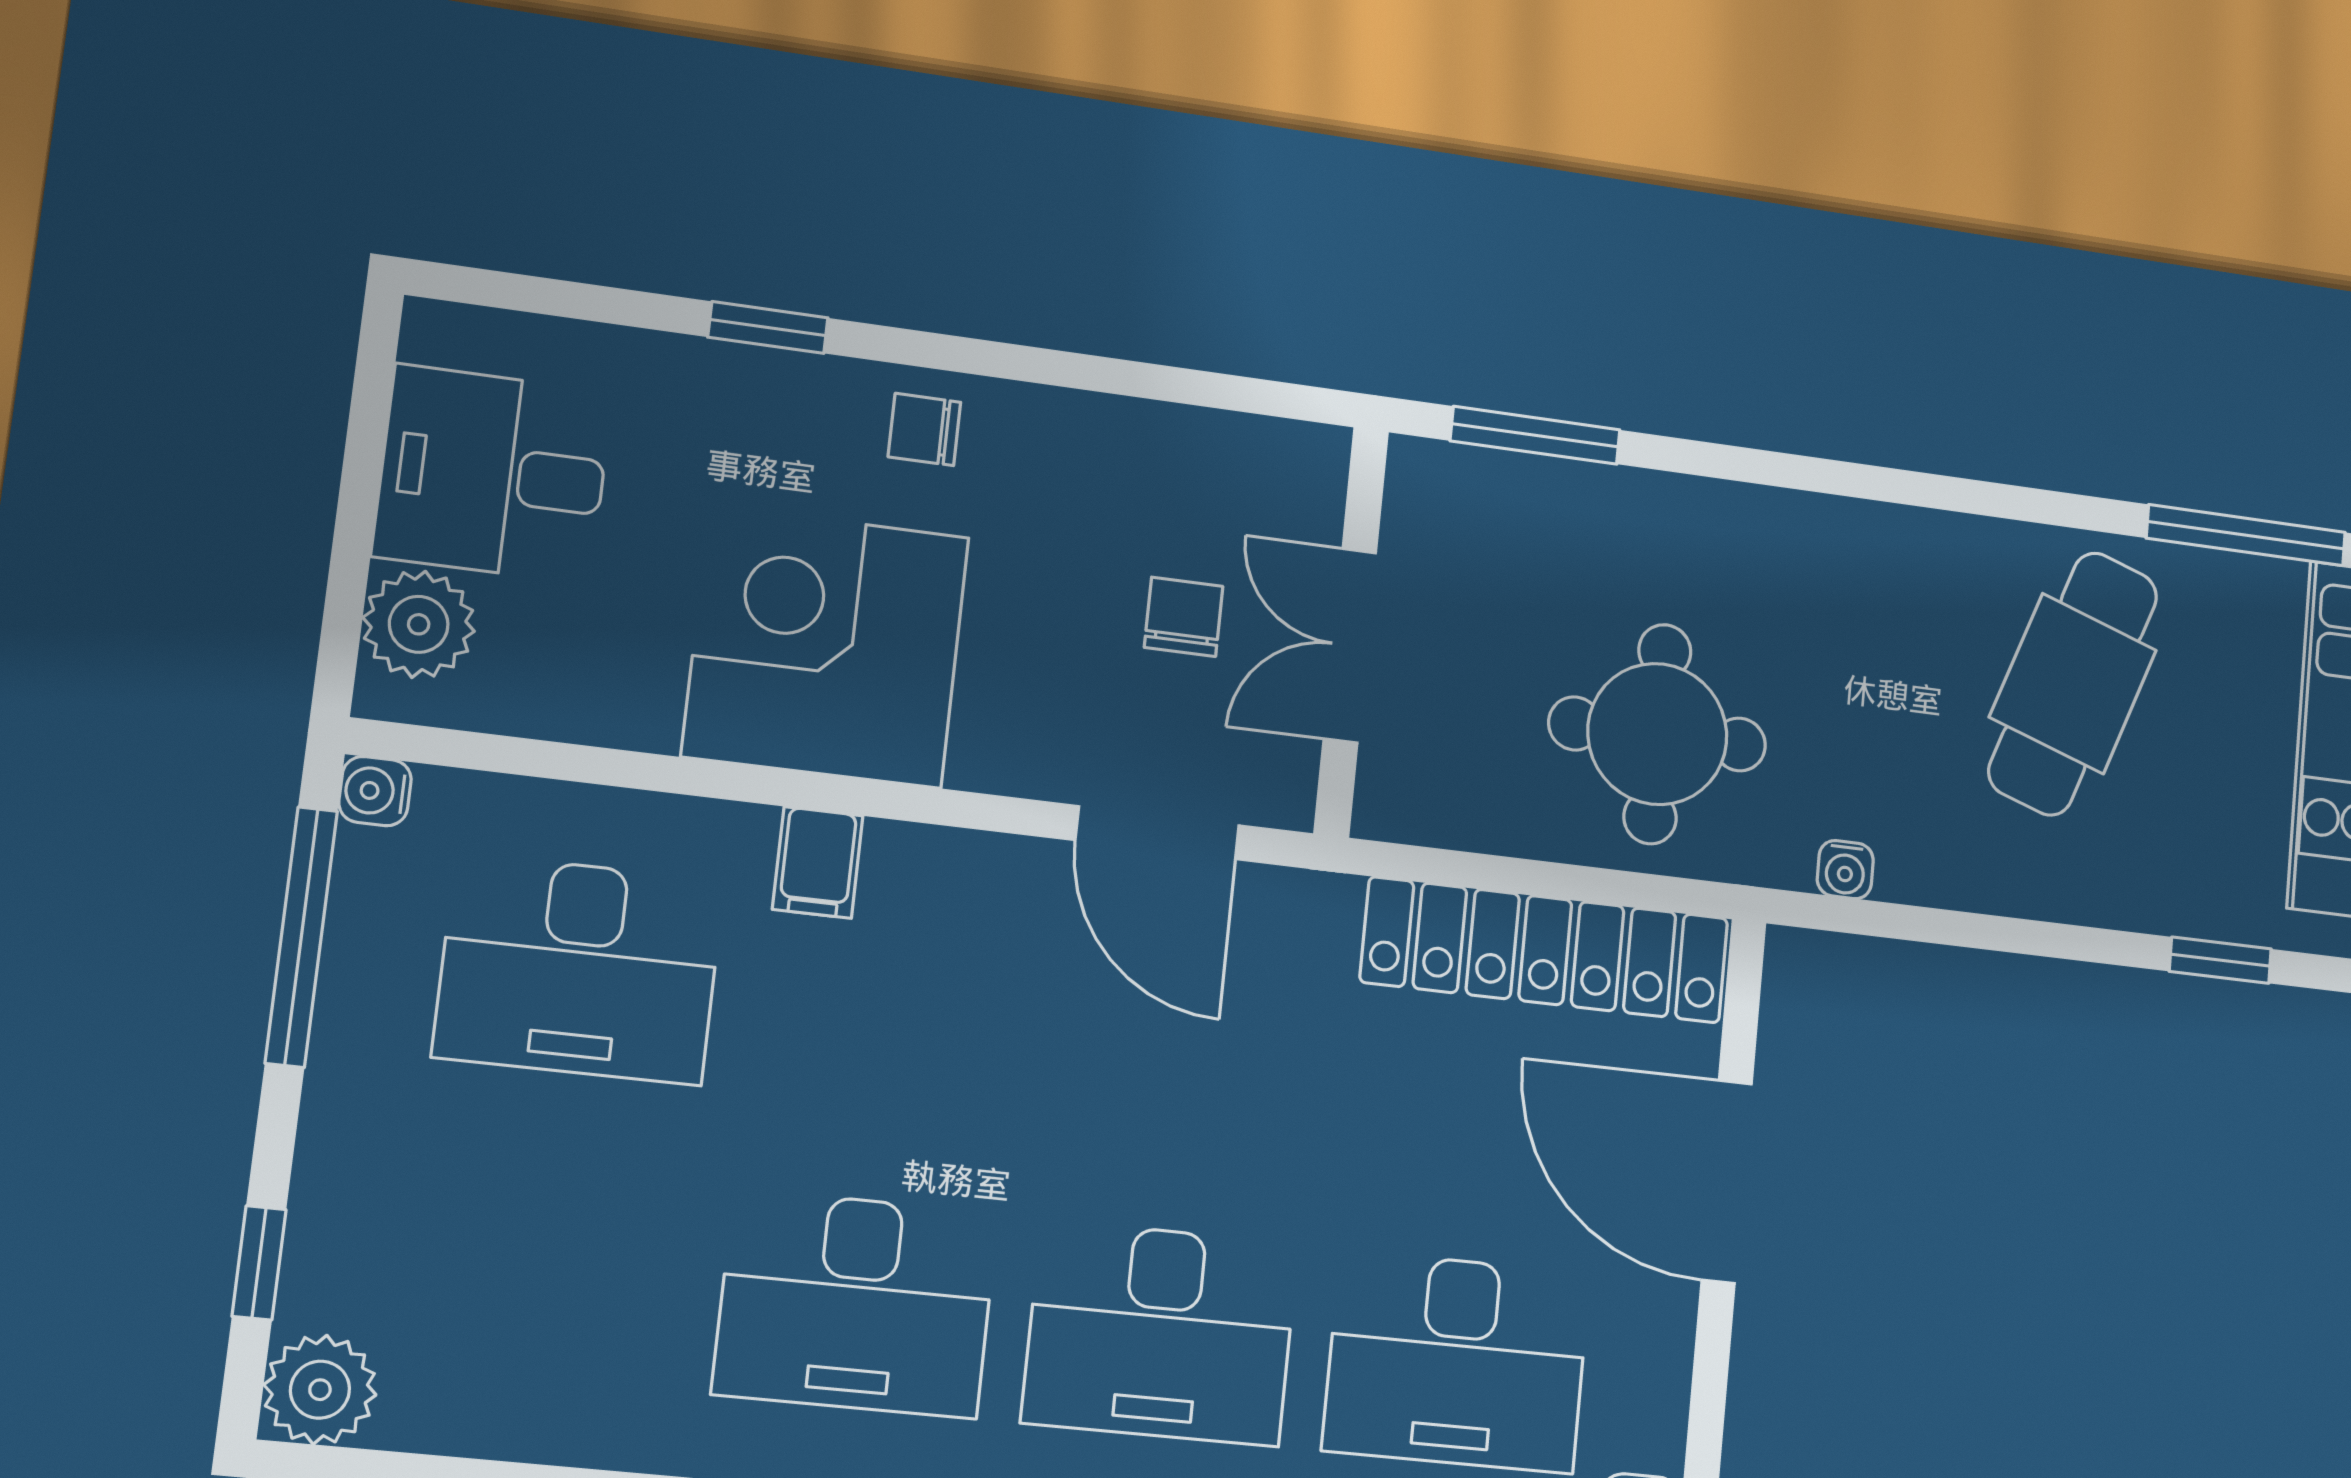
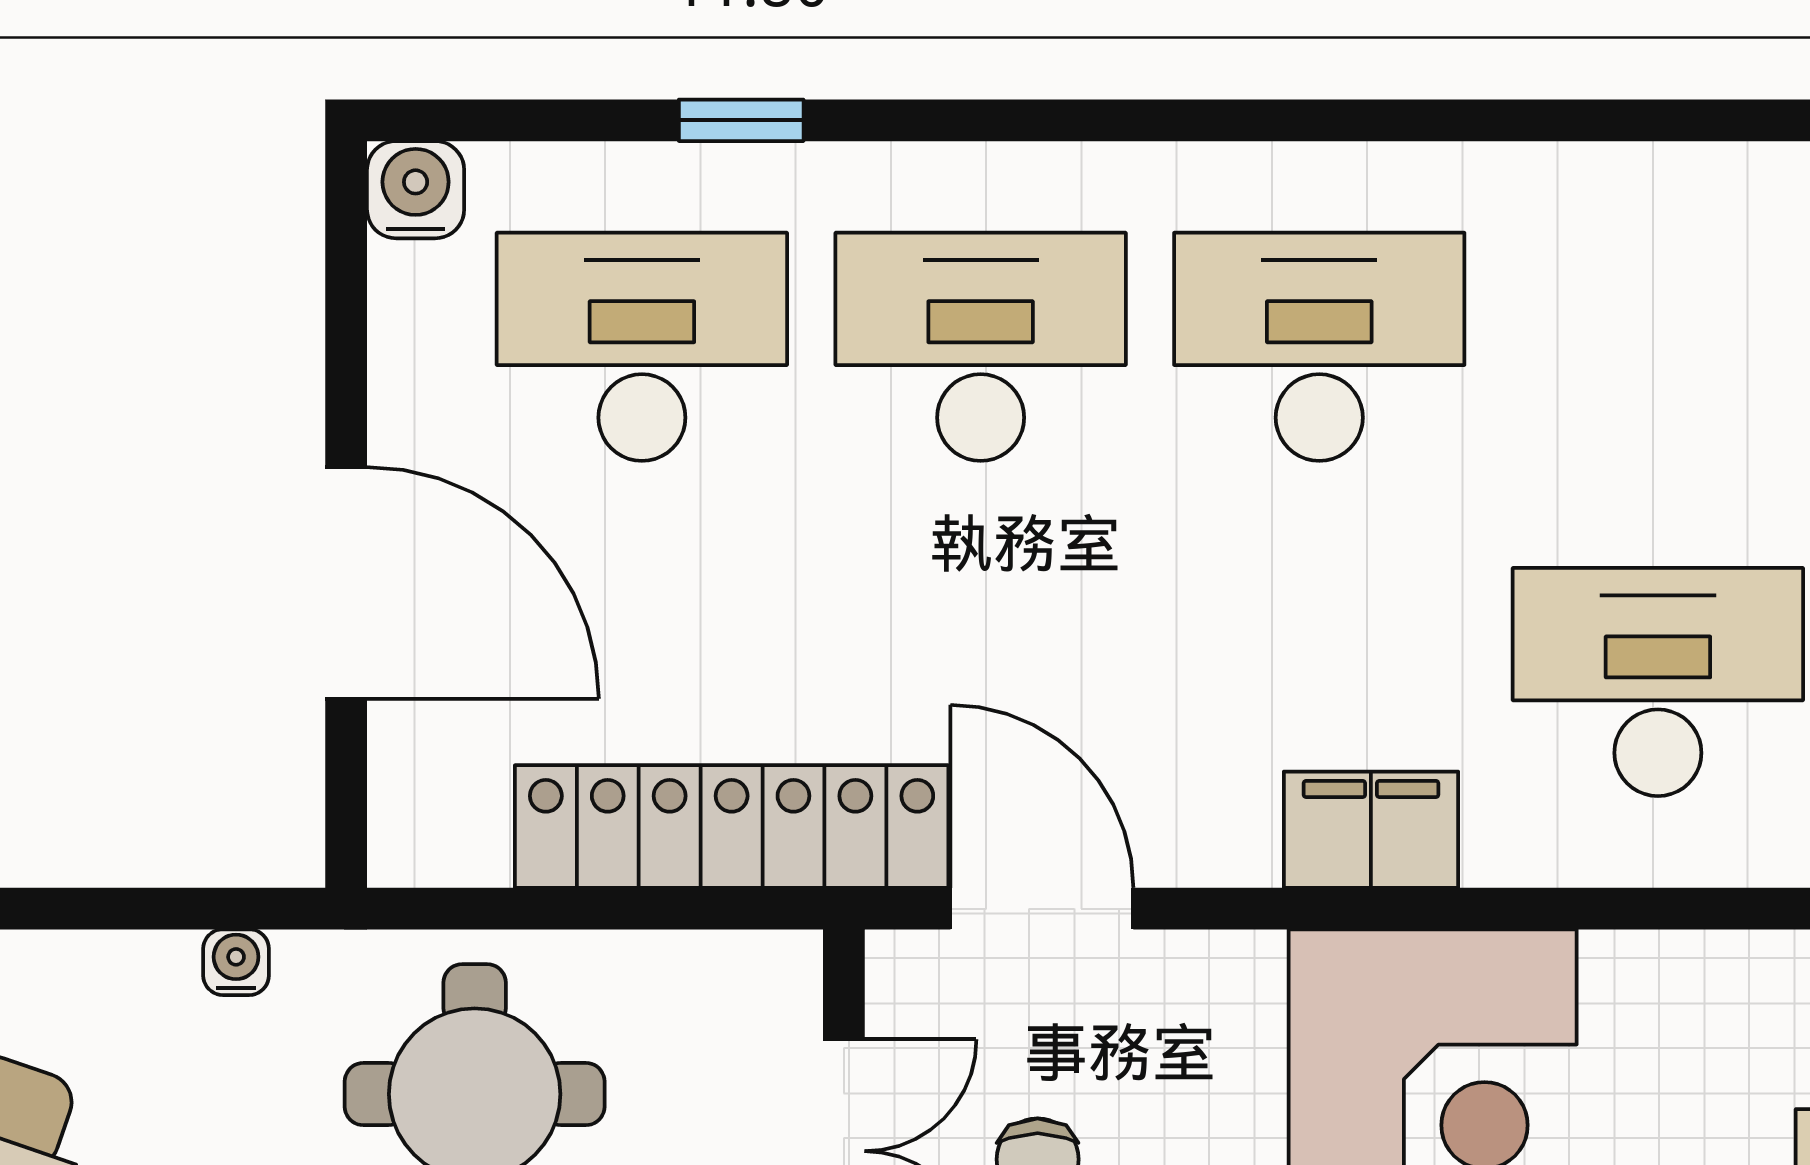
filing cabinet: (818, 863) -> (1371, 830), width x2.00
locker: (1545, 950) -> (732, 826), moved

